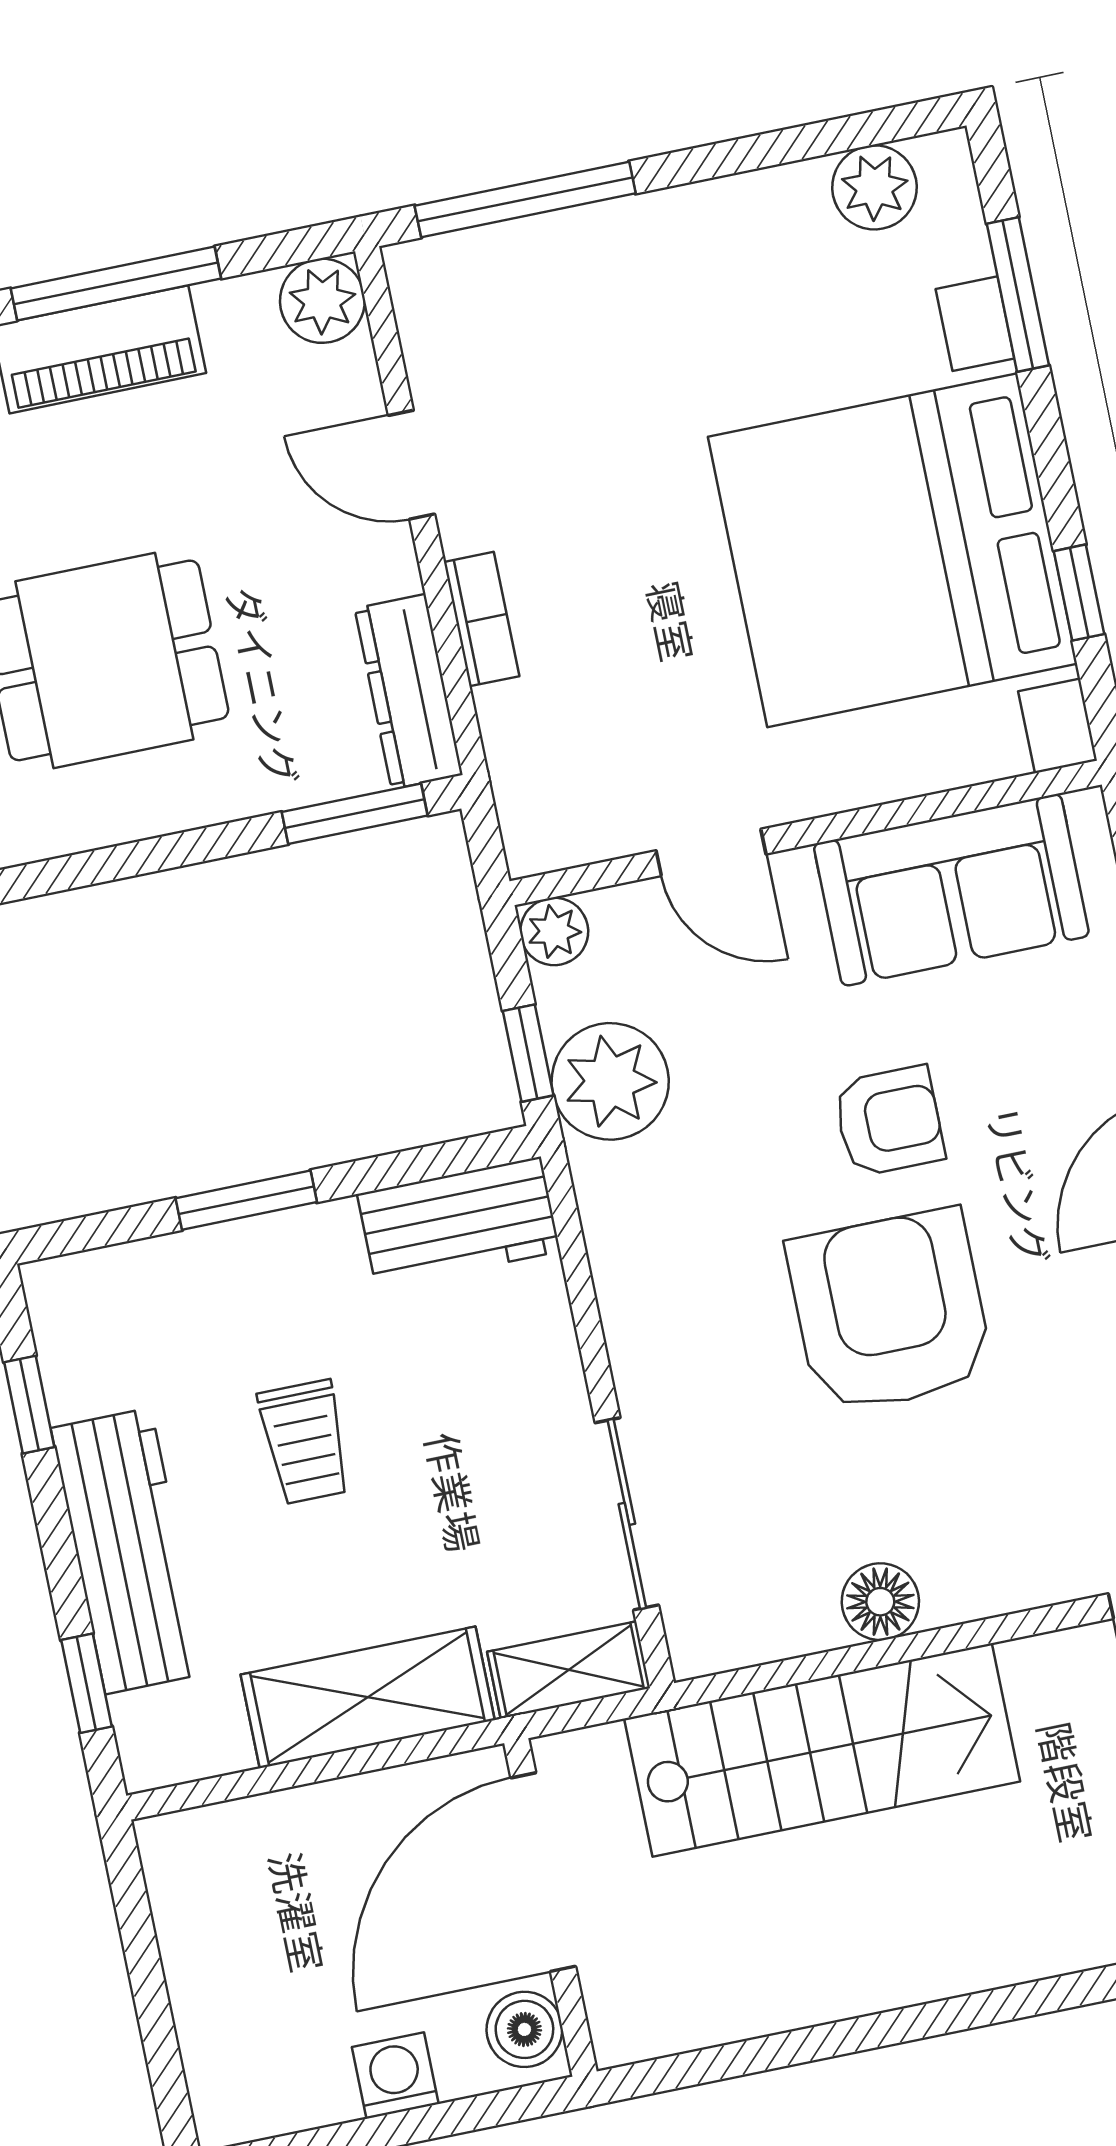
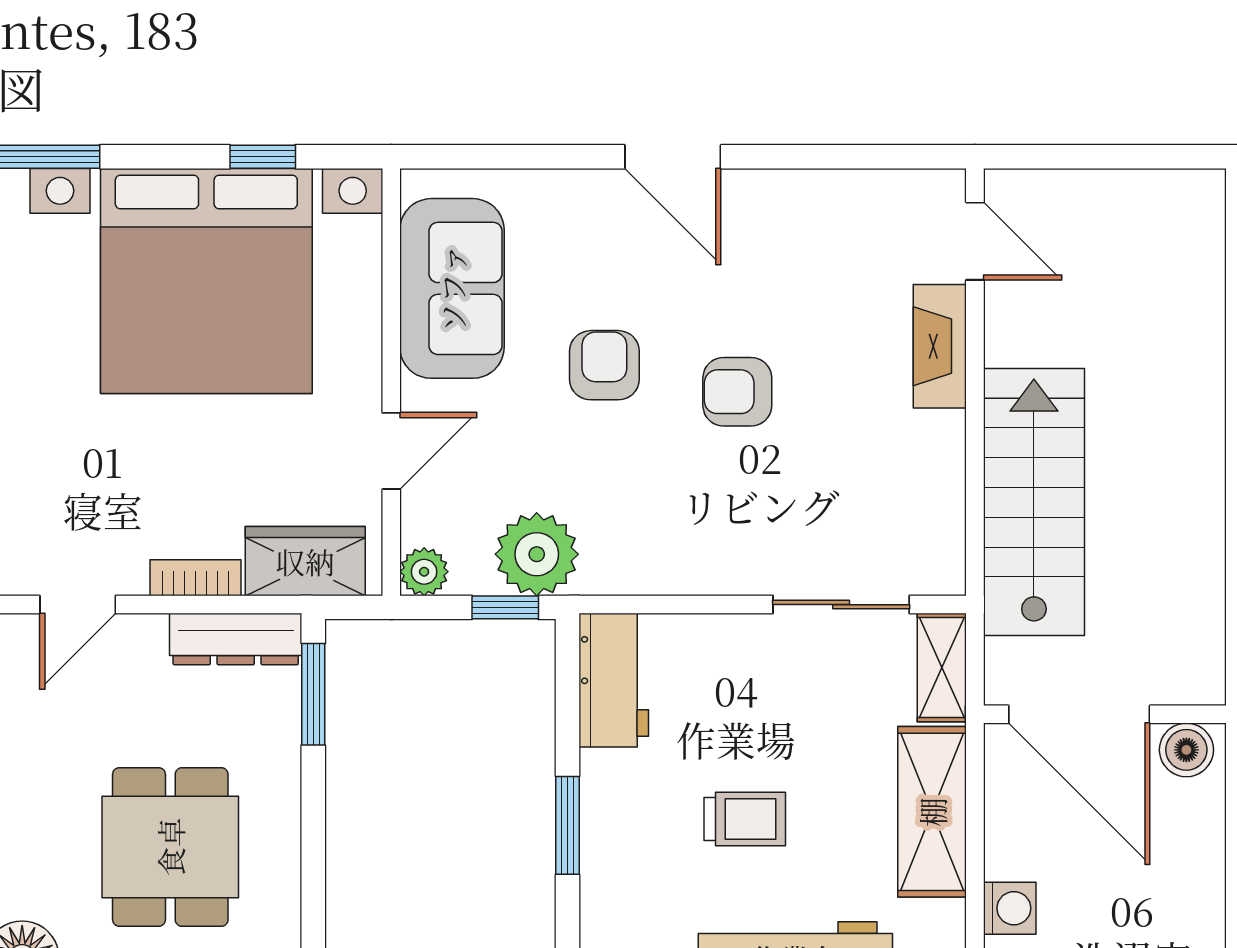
wardrobe: (535, 765) -> (305, 561), added
armchair: (890, 1311) -> (737, 392), width x0.53, depth x0.53
fireplace: (1010, 1577) -> (940, 346), added
floor lamp: (880, 1602) -> (939, 440), removed
washing machine: (395, 2075) -> (1010, 908), moved, turned 180

